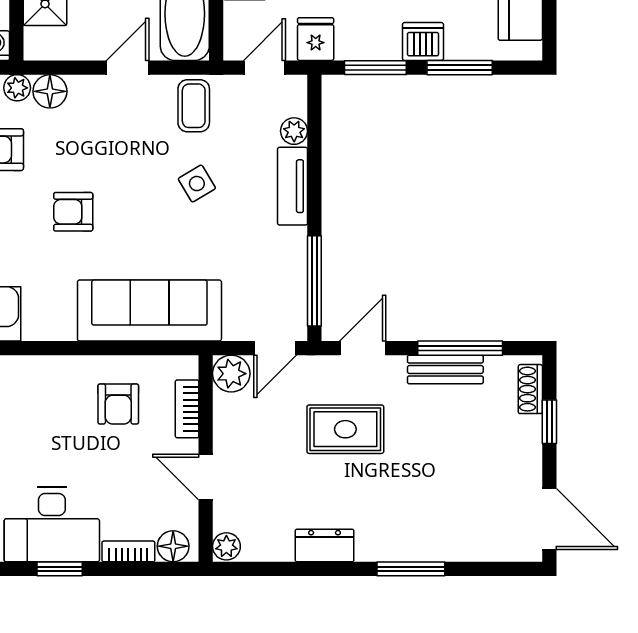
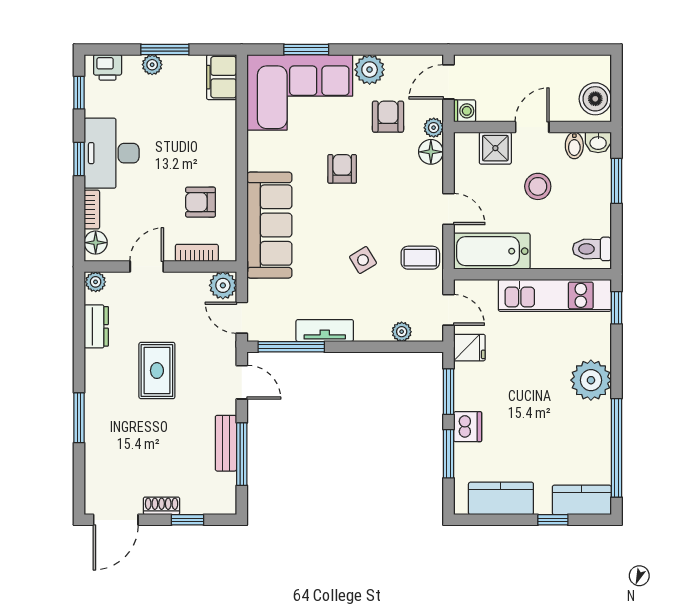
tv unit: (293, 186) -> (325, 331), moved
shoe rack: (530, 389) -> (162, 506), moved
rug: (345, 429) -> (157, 371), moved
dresser: (325, 545) -> (96, 326), moved

